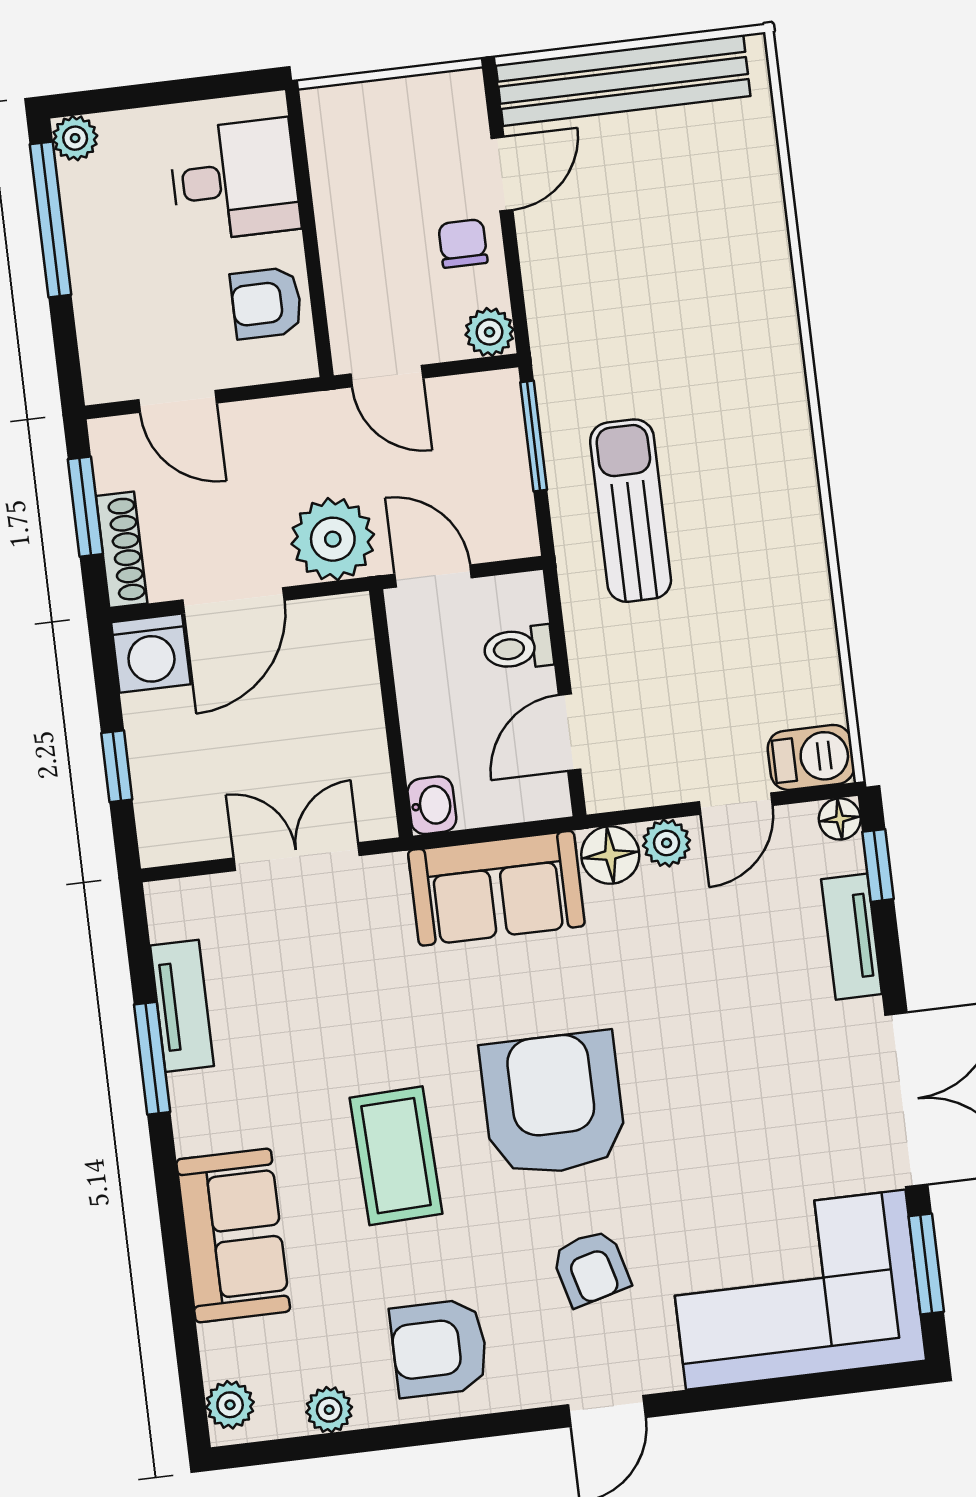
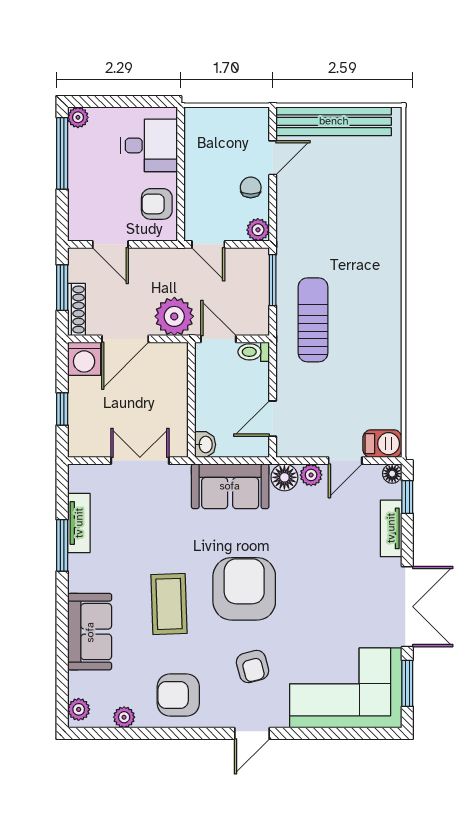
toilet: (518, 648) -> (254, 352), moved

